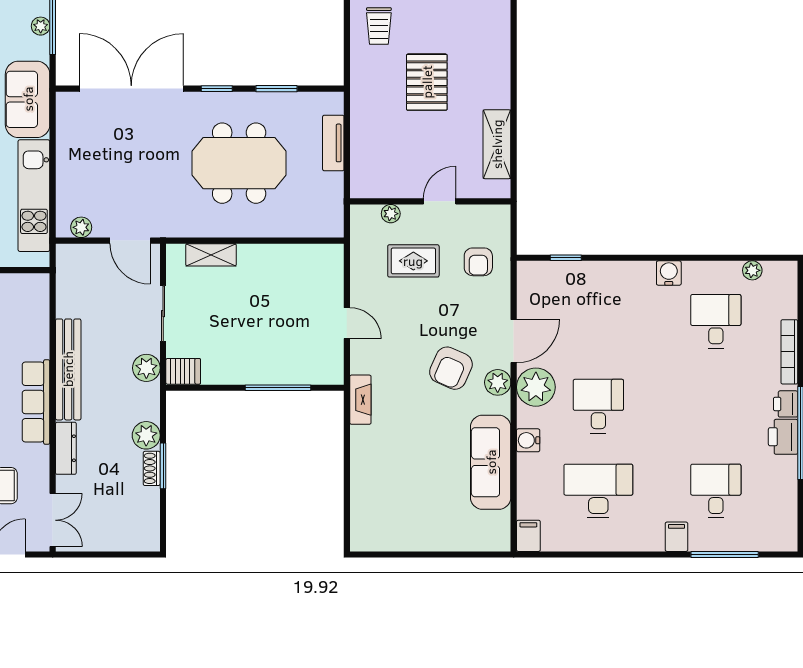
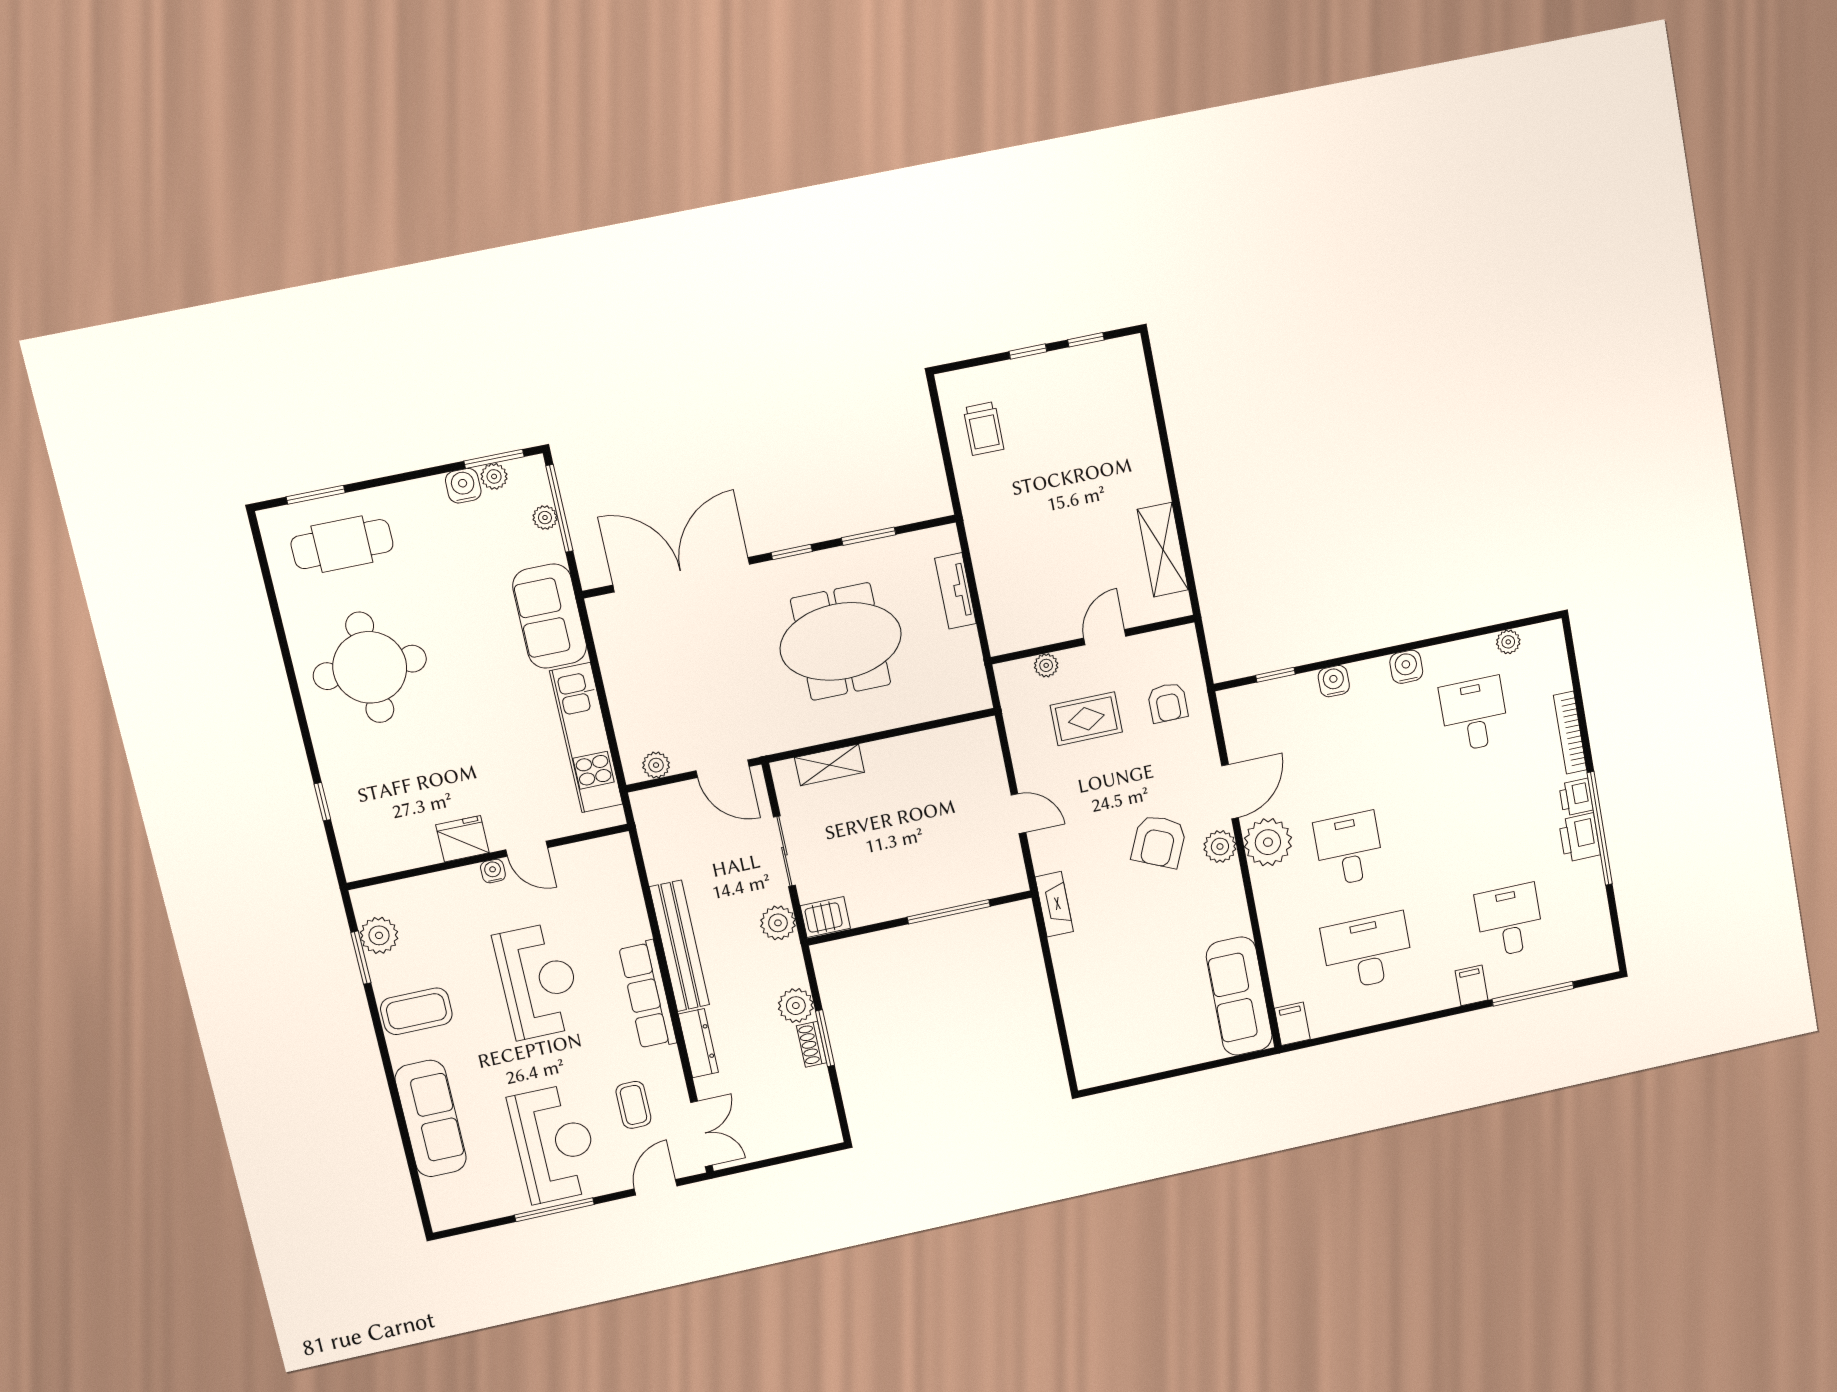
pallet: (427, 82) -> (1059, 489), removed
water cooler: (528, 440) -> (1334, 681), moved, turned 90
sofa: (491, 462) -> (1239, 996), moved

